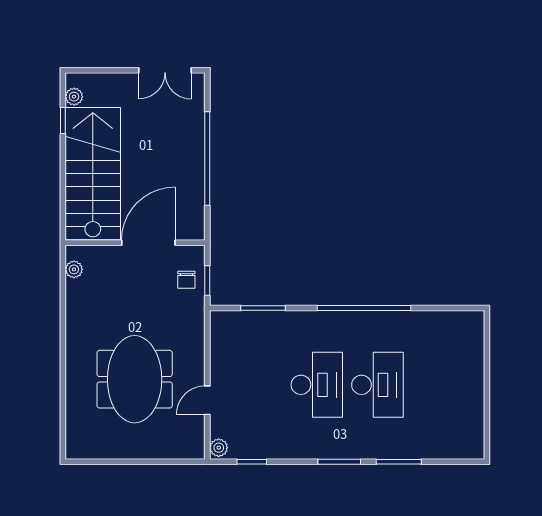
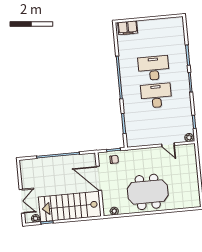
double door: (165, 70) -> (22, 201), moved
filing cabinet: (471, 336) -> (128, 28), added
meeting table: (135, 379) -> (148, 192), moved

